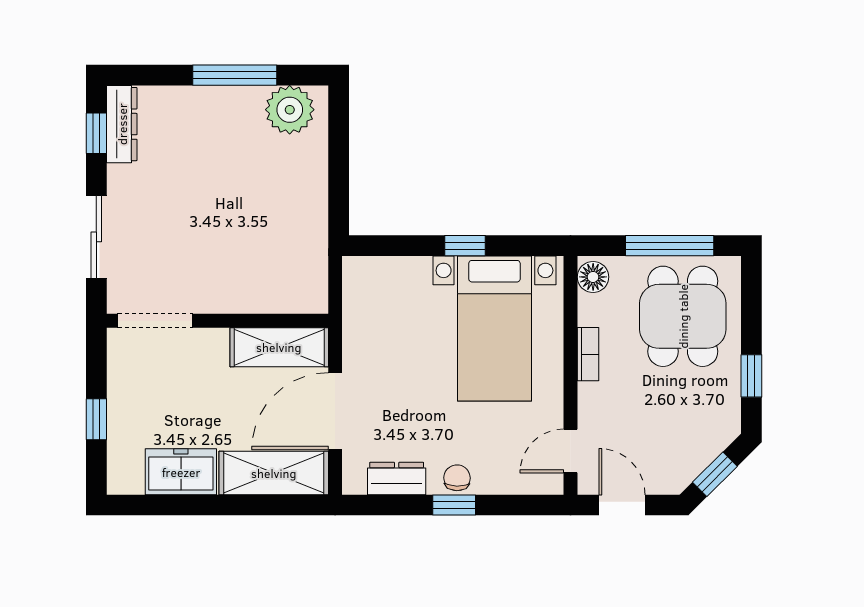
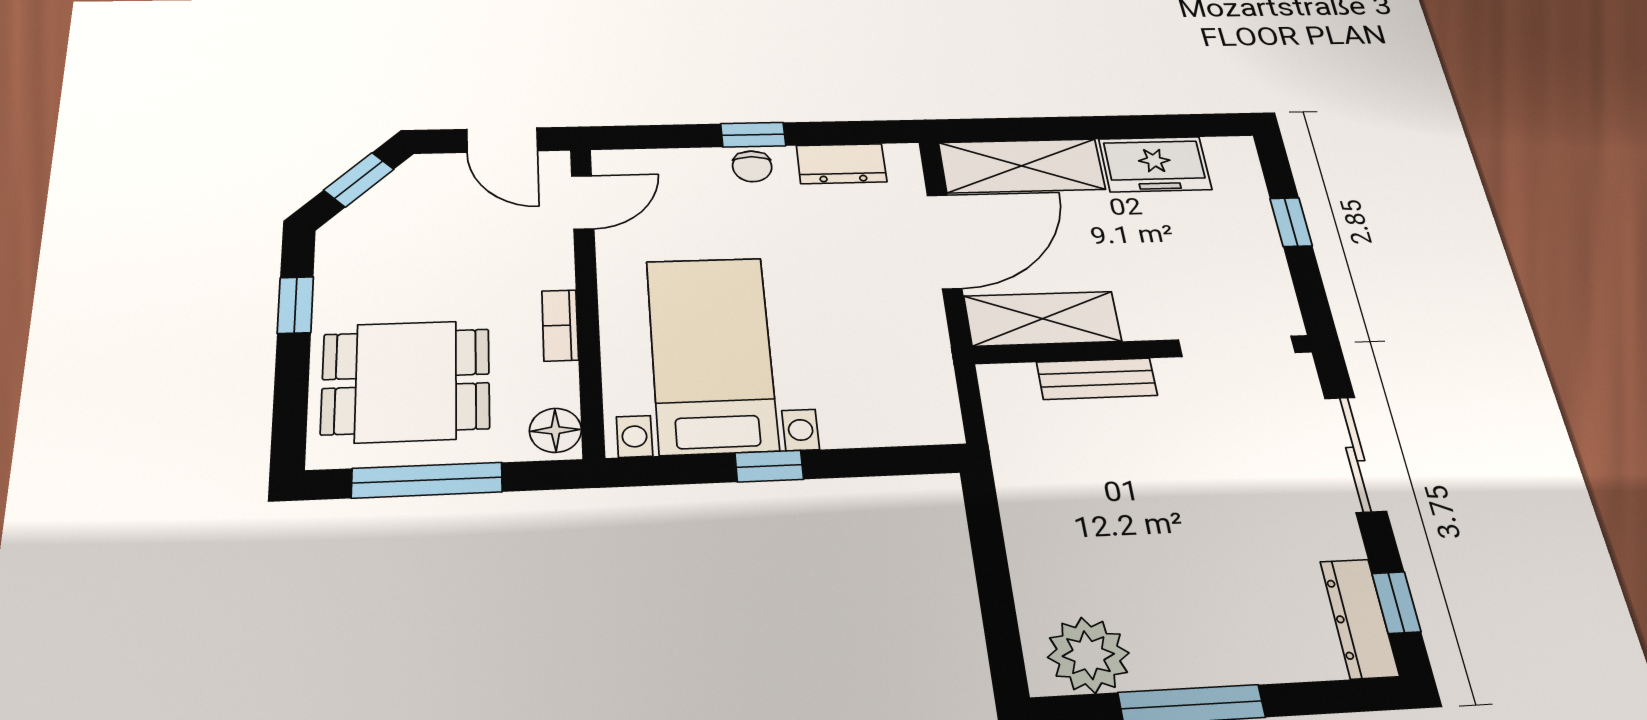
bench: (252, 300) -> (1097, 379), added
dining table: (683, 316) -> (406, 381), turned 90

